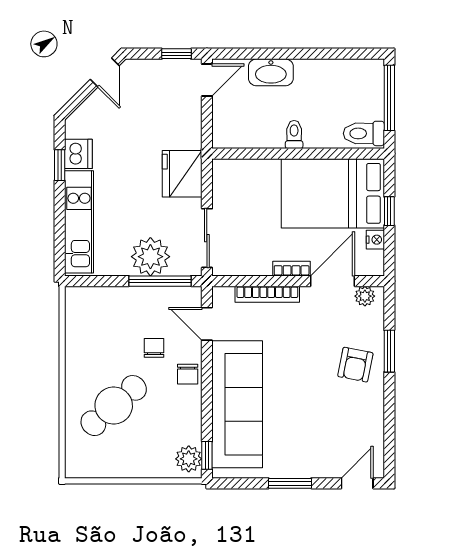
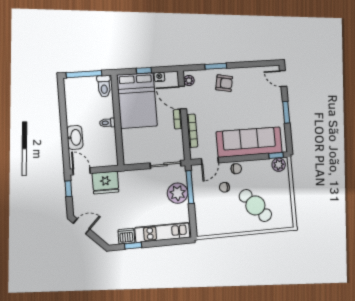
fridge: (182, 174) -> (105, 182), moved

